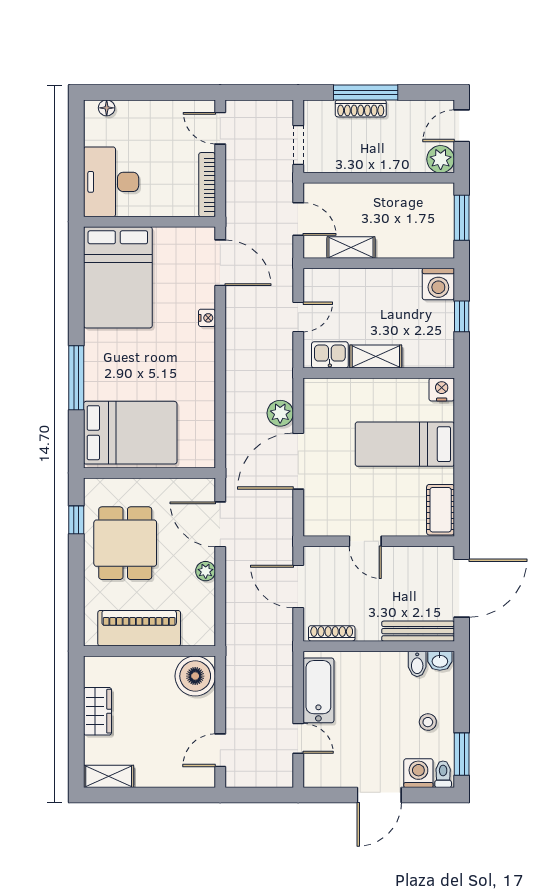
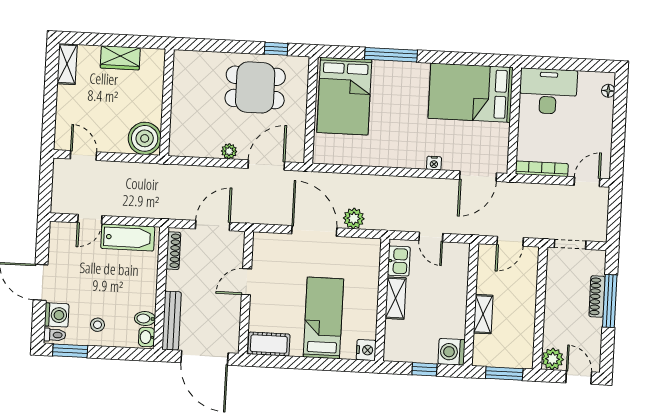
shelving: (351, 248) -> (483, 314), moved
piano: (139, 628) -> (186, 95), removed

